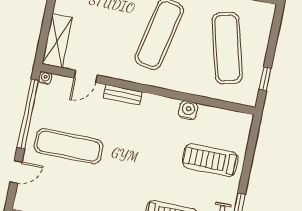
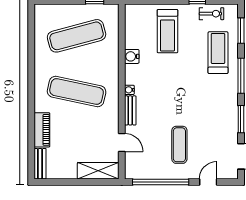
water cooler: (45, 78) -> (129, 90), moved
exercise mat: (68, 146) -> (179, 145), width x0.73, depth x0.69
door: (16, 172) -> (208, 182), hinge flipped

